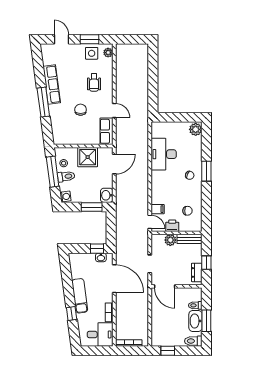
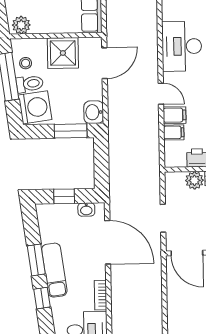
plant: (61, 139) -> (21, 25), added
washing machine: (65, 196) -> (35, 107), width x1.89, depth x1.89
filing cabinet: (158, 198) -> (175, 115), added
door: (150, 222) -> (161, 94), moved
window: (97, 249) -> (64, 196), moved
window: (68, 289) -> (36, 260), added

